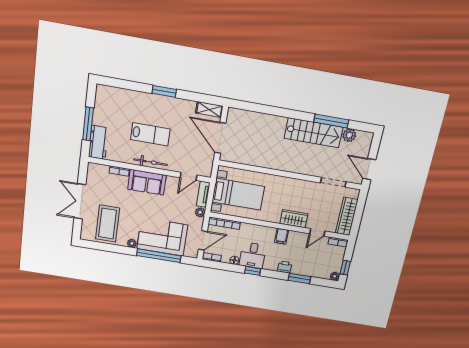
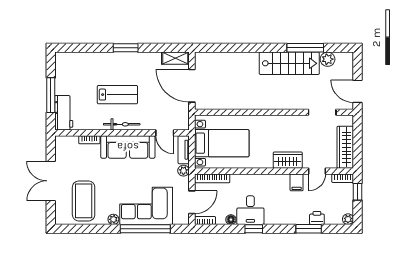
door: (189, 176) -> (165, 133), hinge flipped
sofa: (147, 182) -> (128, 147), width x1.36
filing cabinet: (282, 236) -> (297, 182), moved
printer: (285, 267) -> (317, 218), moved
window: (345, 268) -> (358, 192), moved

